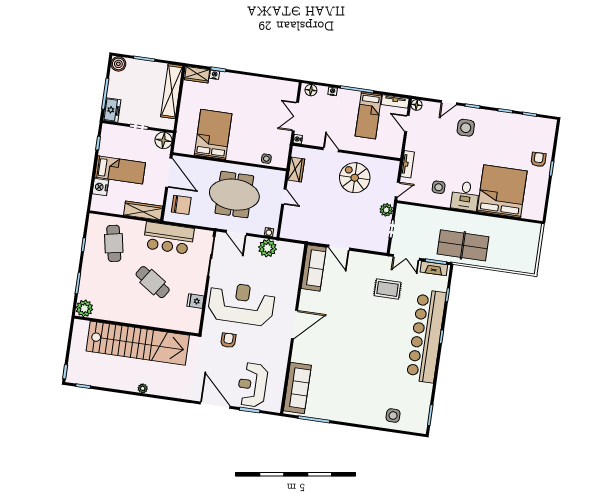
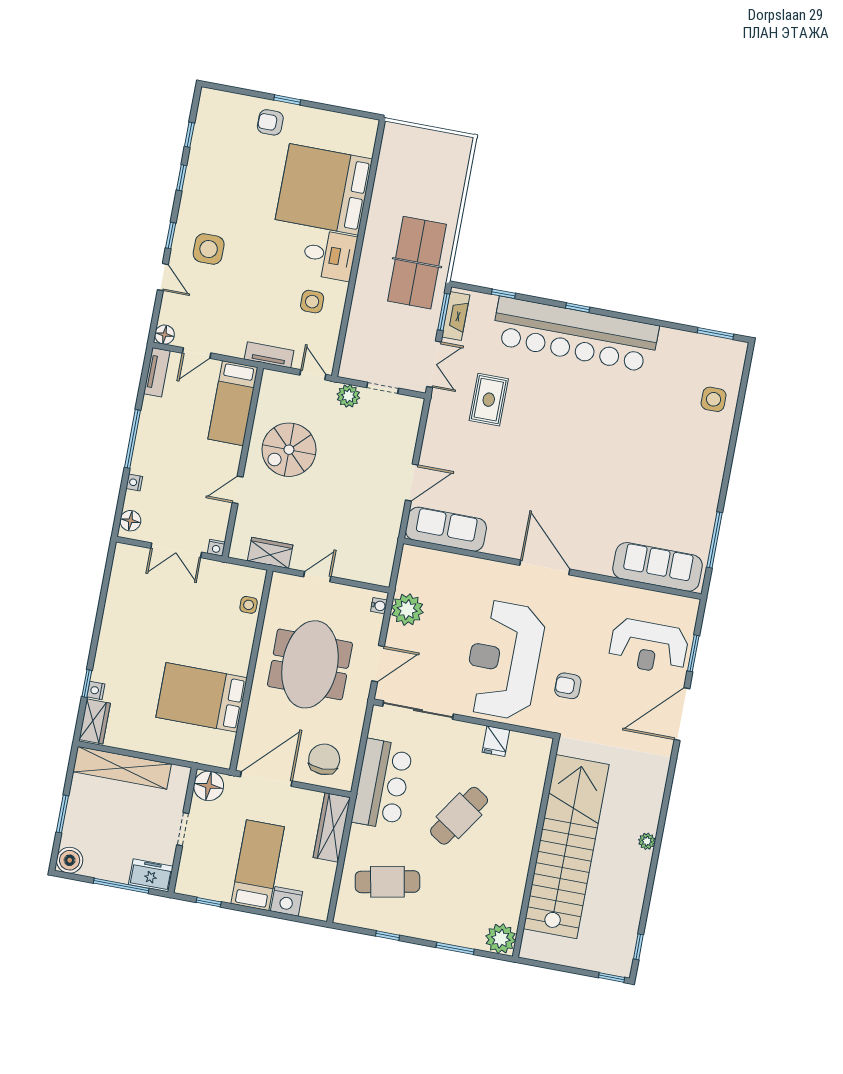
bed: (368, 115) -> (233, 403), moved, turned 90

